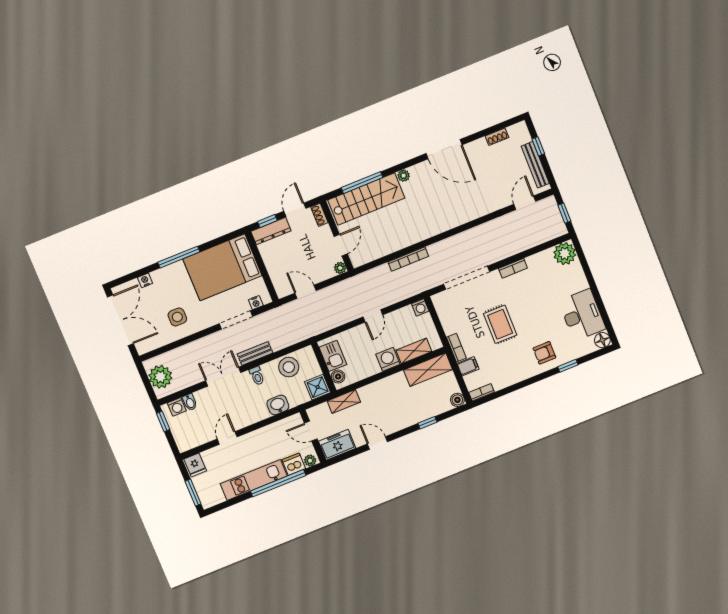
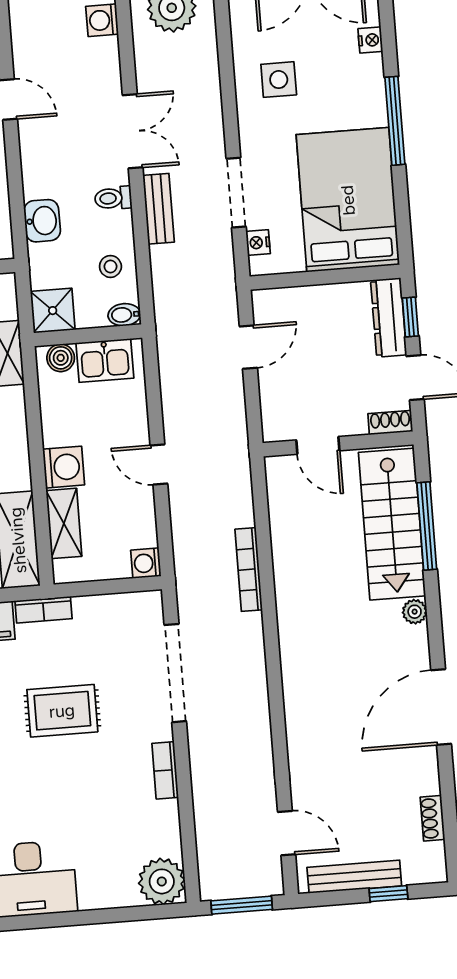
window: (564, 213) -> (242, 905), width x1.50
plant: (340, 268) -> (274, 430), removed
stool: (289, 367) -> (110, 266), width x0.53, depth x0.53
bidet: (190, 402) -> (124, 315), moved

